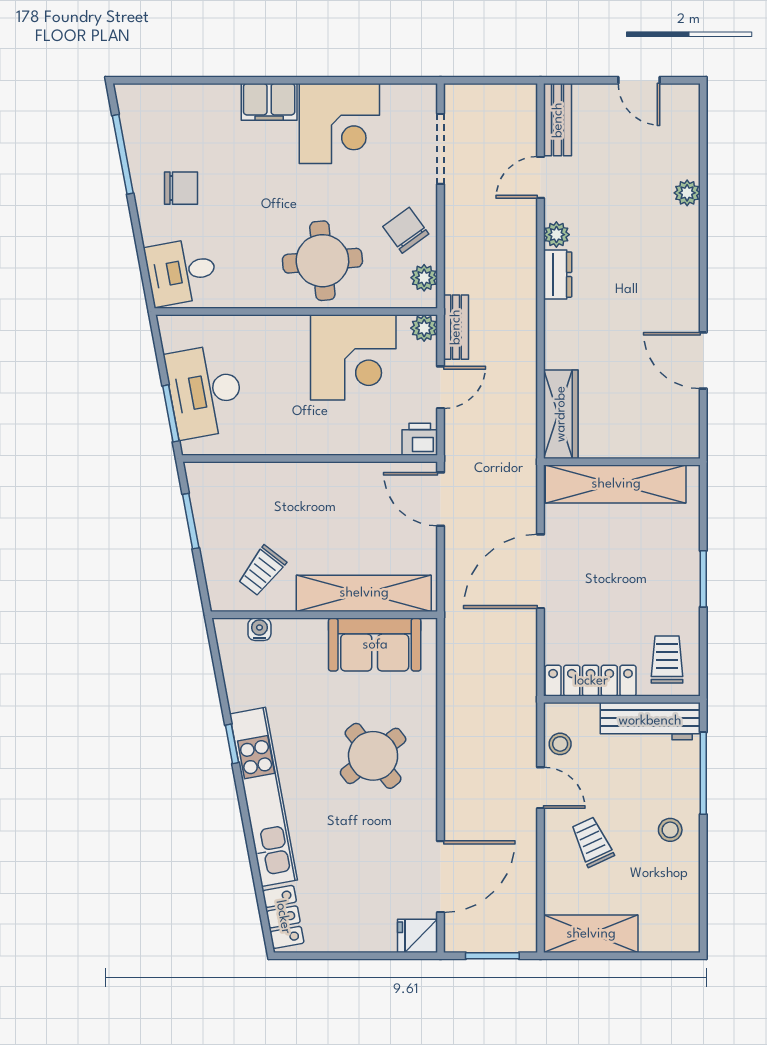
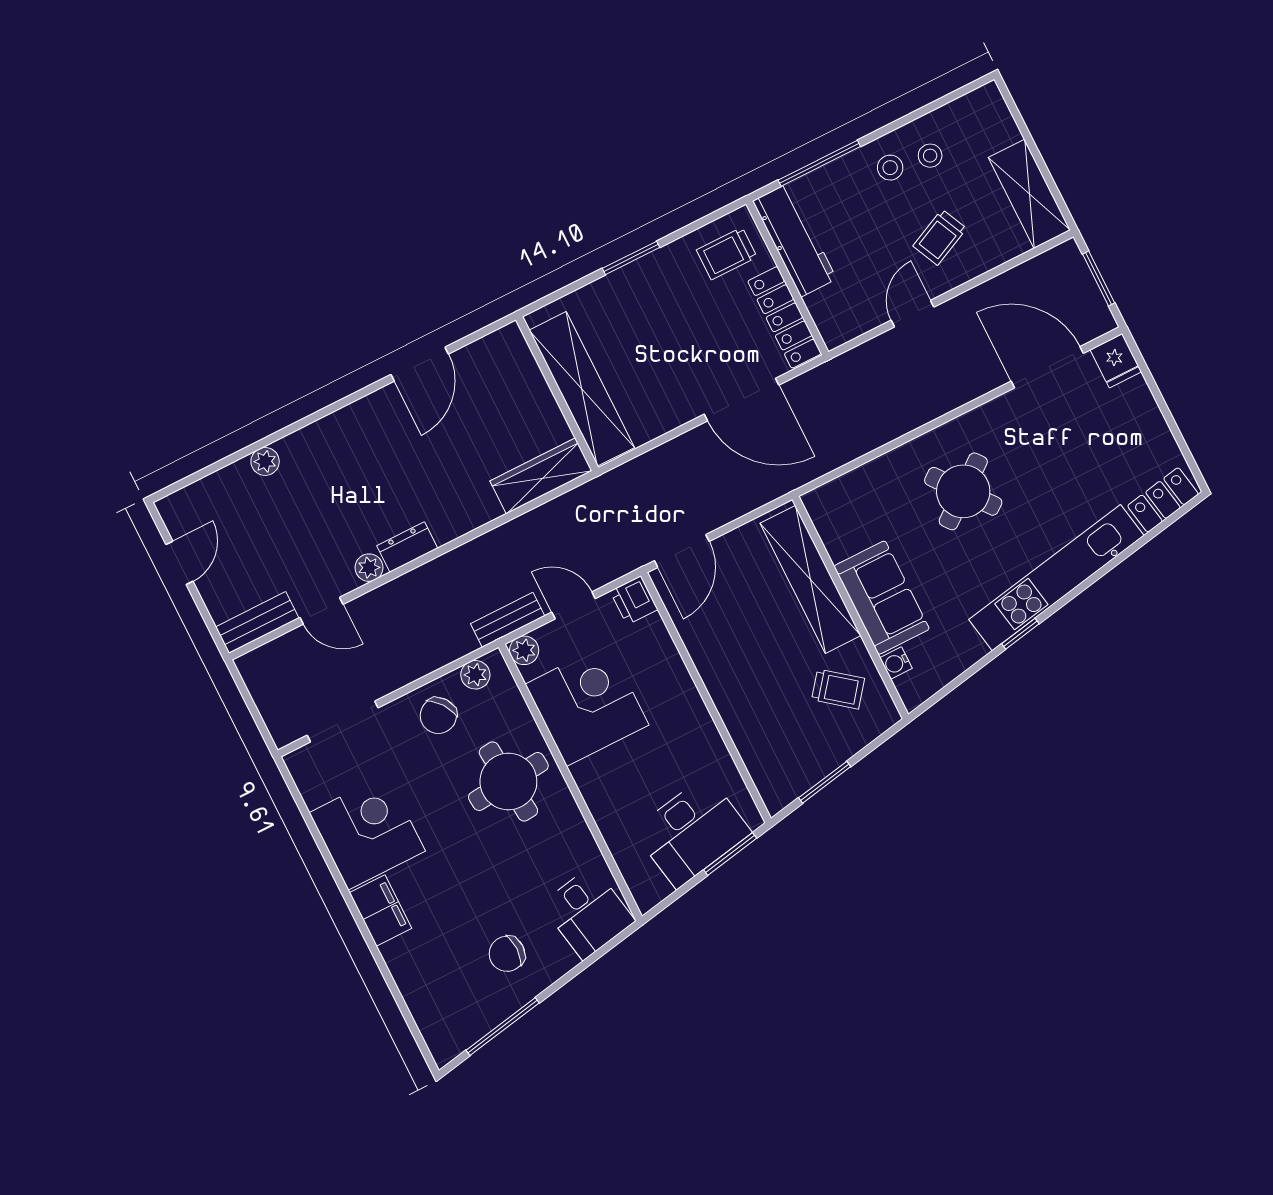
chair: (181, 188) -> (507, 954), turned -90
door: (541, 571) -> (742, 400), moved
sofa: (375, 645) -> (882, 598), moved
stool: (560, 744) -> (930, 156), moved

